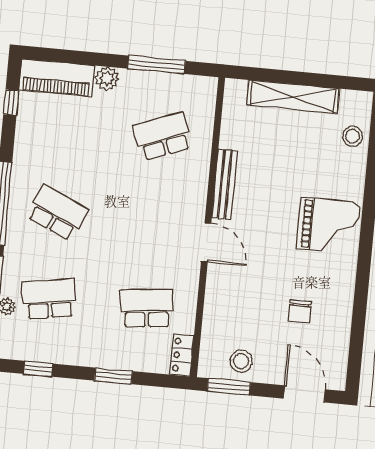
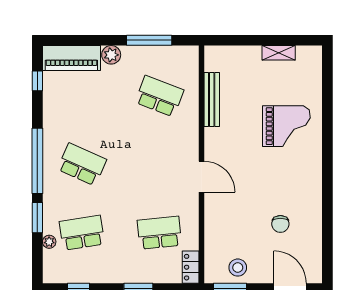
shelving: (293, 97) -> (279, 53), width x0.45, depth x0.75
school desk: (163, 136) -> (159, 96), turned 42
stool: (352, 136) -> (309, 82), removed
bench: (225, 184) -> (212, 99), moved
grand piano: (328, 225) -> (286, 126), moved

